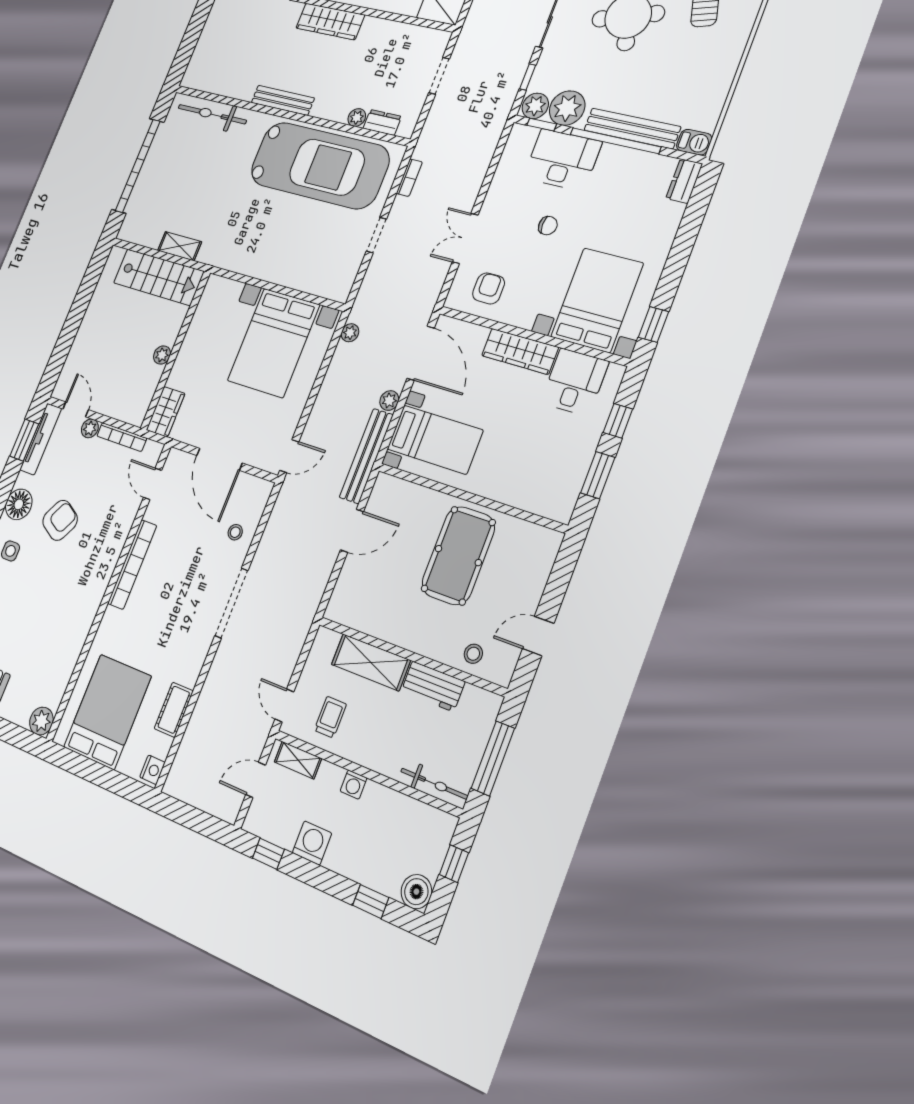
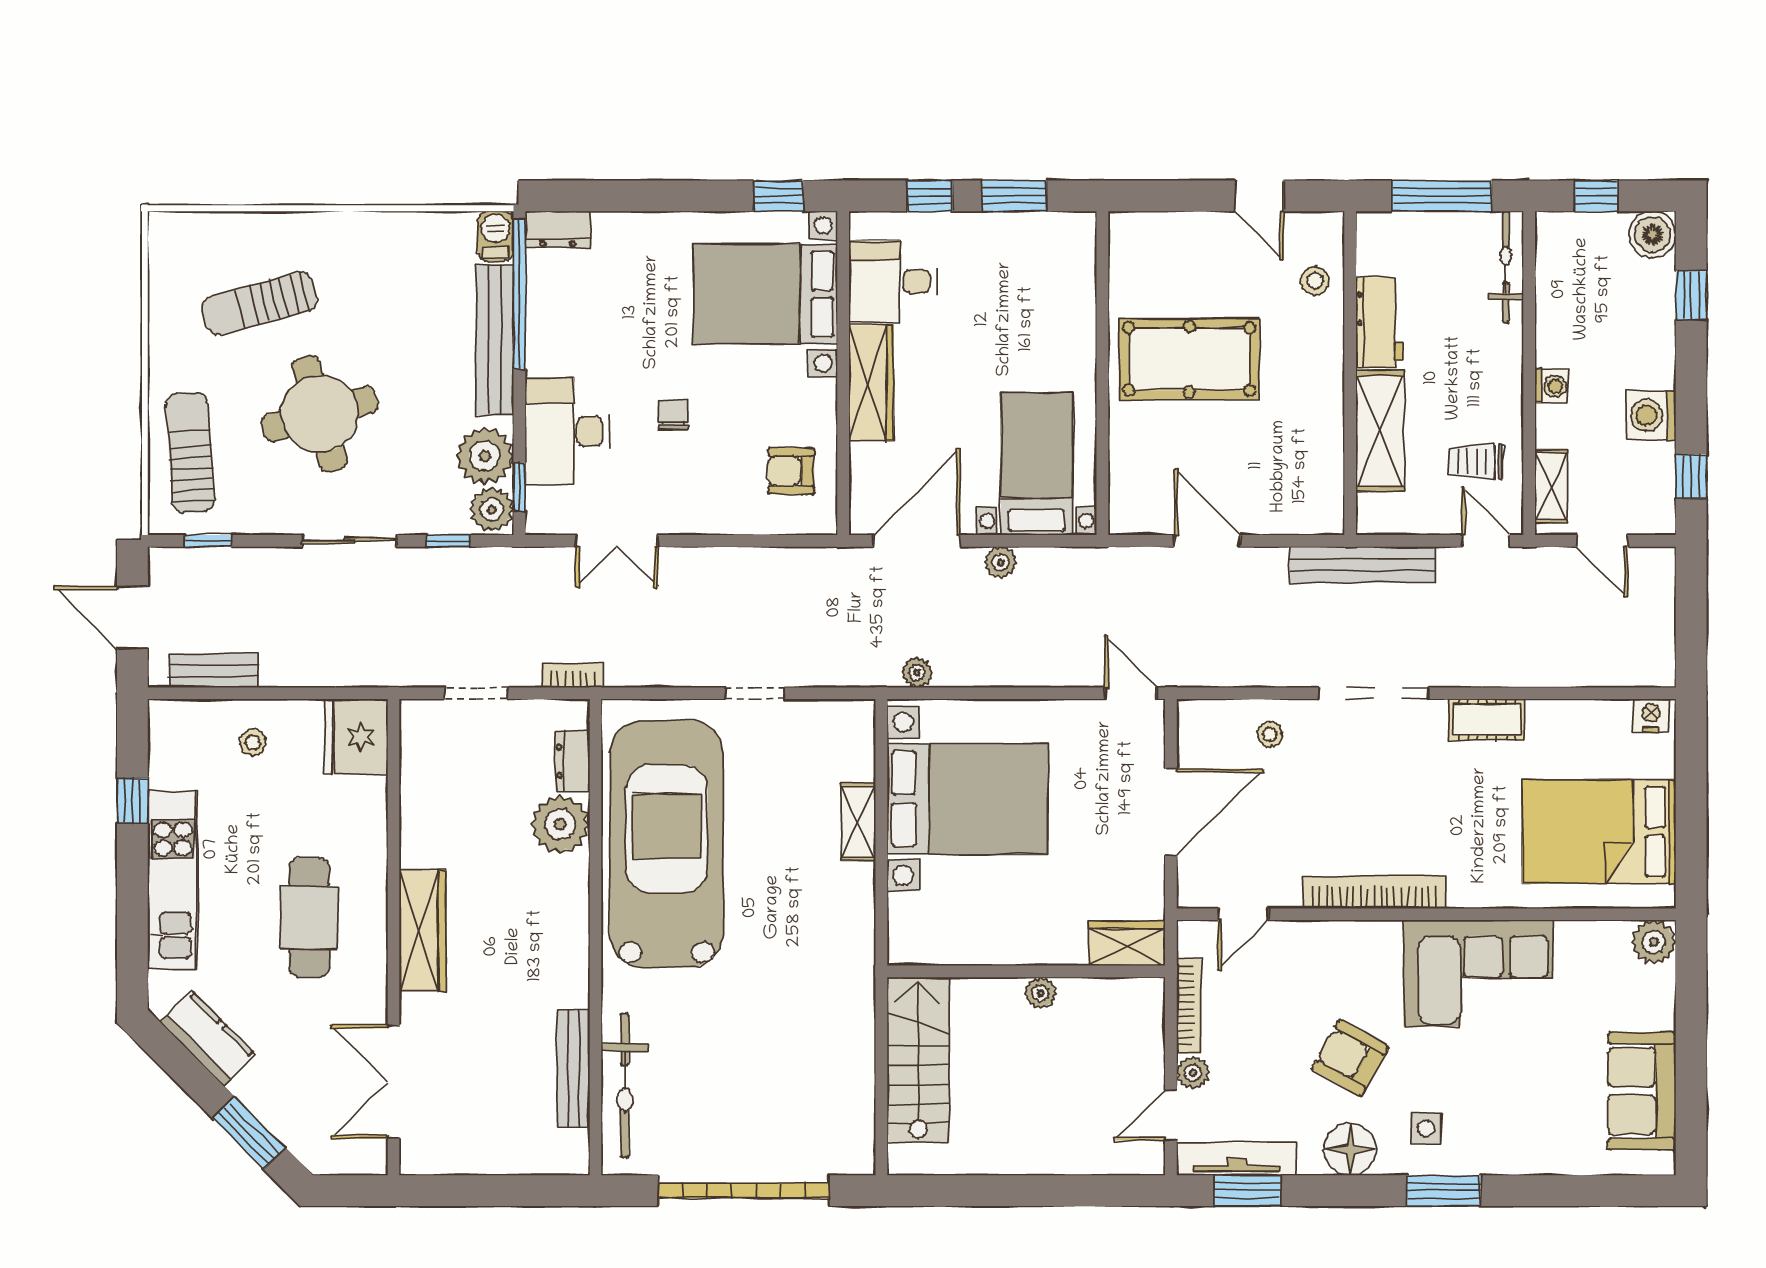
bench: (283, 100) -> (573, 1068), moved
plant: (357, 118) -> (560, 824), width x1.88, depth x1.88
window: (615, 141) -> (519, 294), moved
bookcase: (409, 178) -> (572, 675), moved
double door: (465, 238) -> (617, 541), moved
shelving: (180, 246) -> (858, 822), moved
bench: (366, 456) -> (1363, 565), moved
corner sofa: (69, 610) -> (1478, 973), added
door: (284, 705) -> (1486, 541), swing flipped
cot: (174, 710) -> (1487, 720), moved

